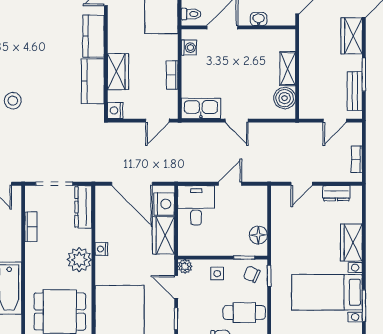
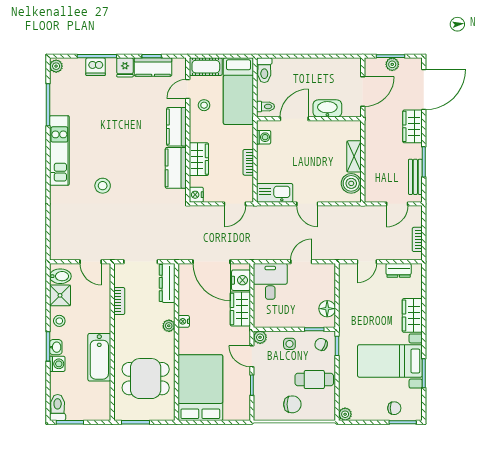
stool: (124, 13) -> (204, 105), added
washbasin: (259, 19) -> (327, 108), width x1.91, depth x1.45
plant: (79, 260) -> (169, 326), width x0.53, depth x0.53

